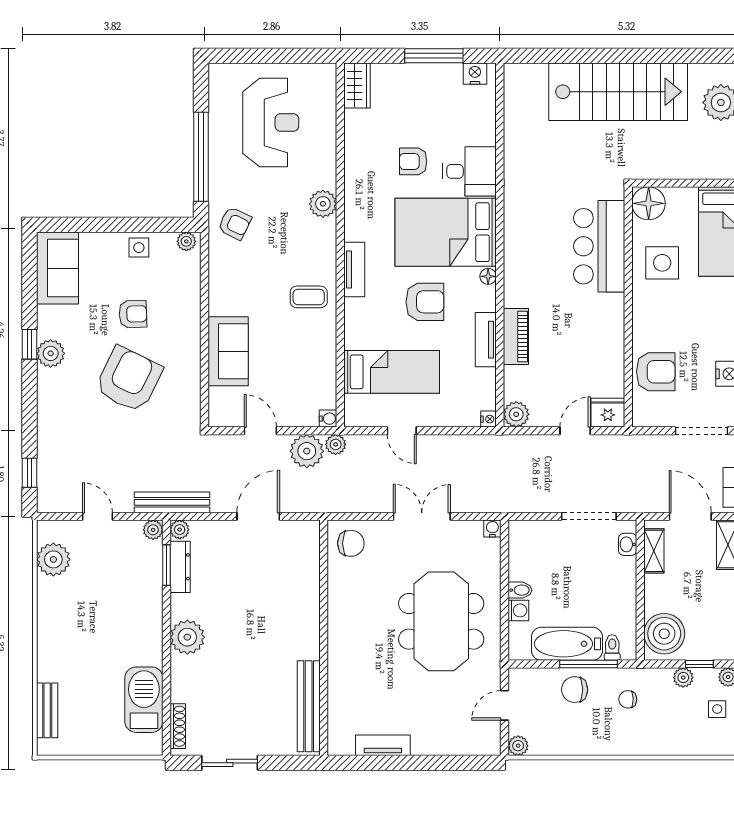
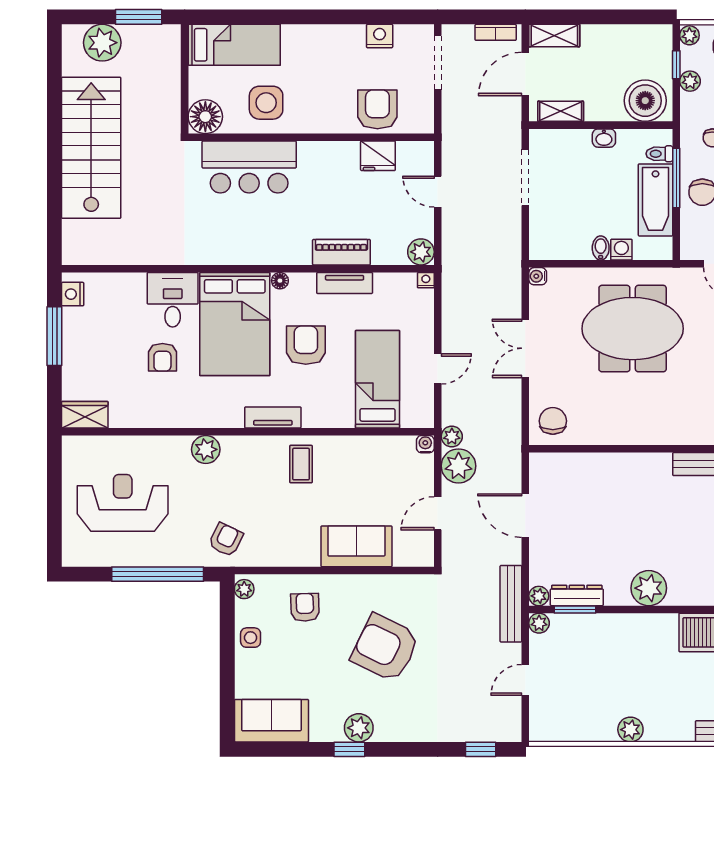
armchair: (133, 314) -> (305, 607), moved
fridge: (608, 413) -> (378, 156), moved, turned -90
washbasin: (628, 544) -> (604, 138), moved
plant: (53, 559) -> (630, 730), moved, width x0.73, depth x0.73

